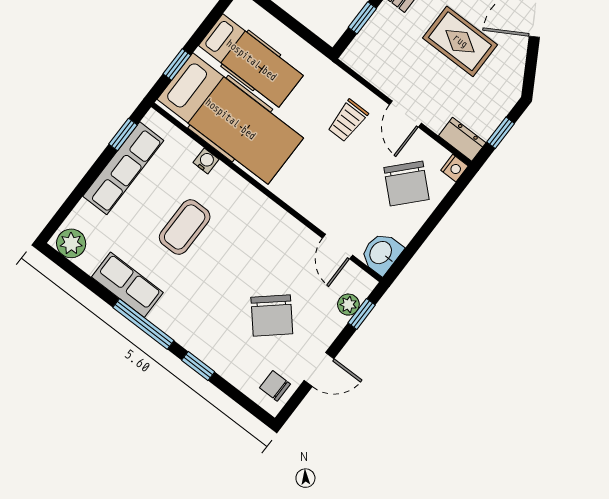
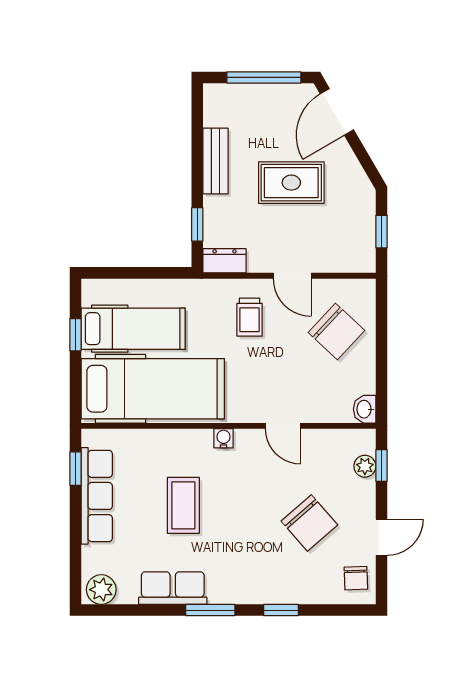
window: (177, 64) -> (76, 335), moved
dresser: (462, 139) -> (225, 261), moved
water cooler: (206, 161) -> (224, 438), moved
nightstand: (454, 168) -> (366, 289), removed
door: (338, 247) -> (283, 426), moved
washbasin: (381, 253) -> (365, 409), width x0.72, depth x0.69
window: (143, 324) -> (210, 610), width x0.69
chair: (275, 386) -> (356, 578), turned -92

